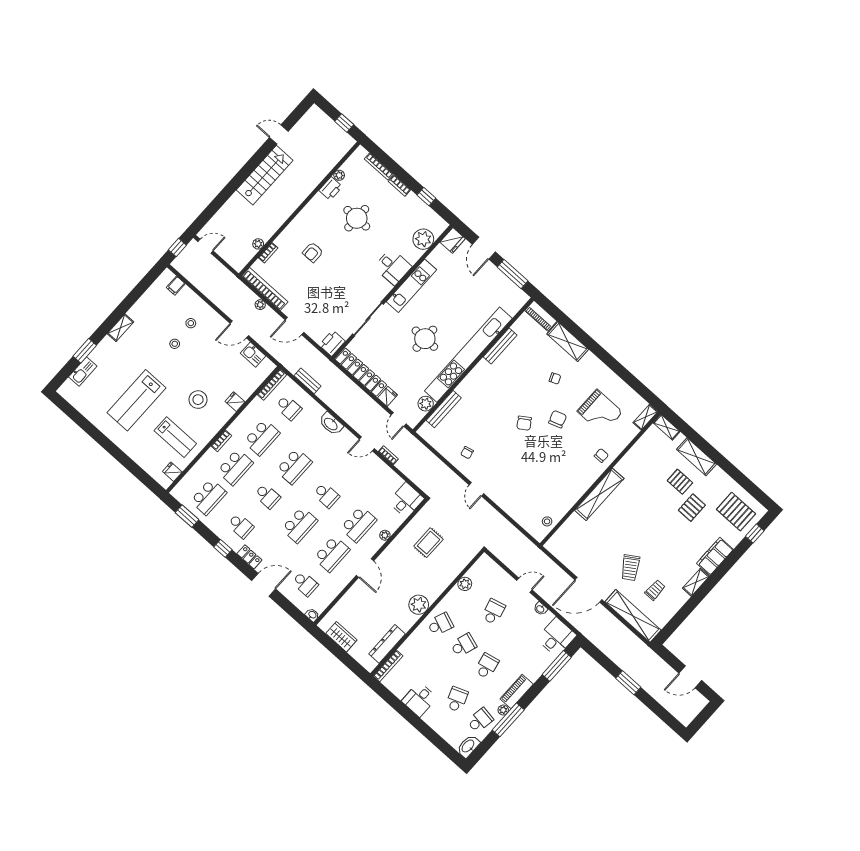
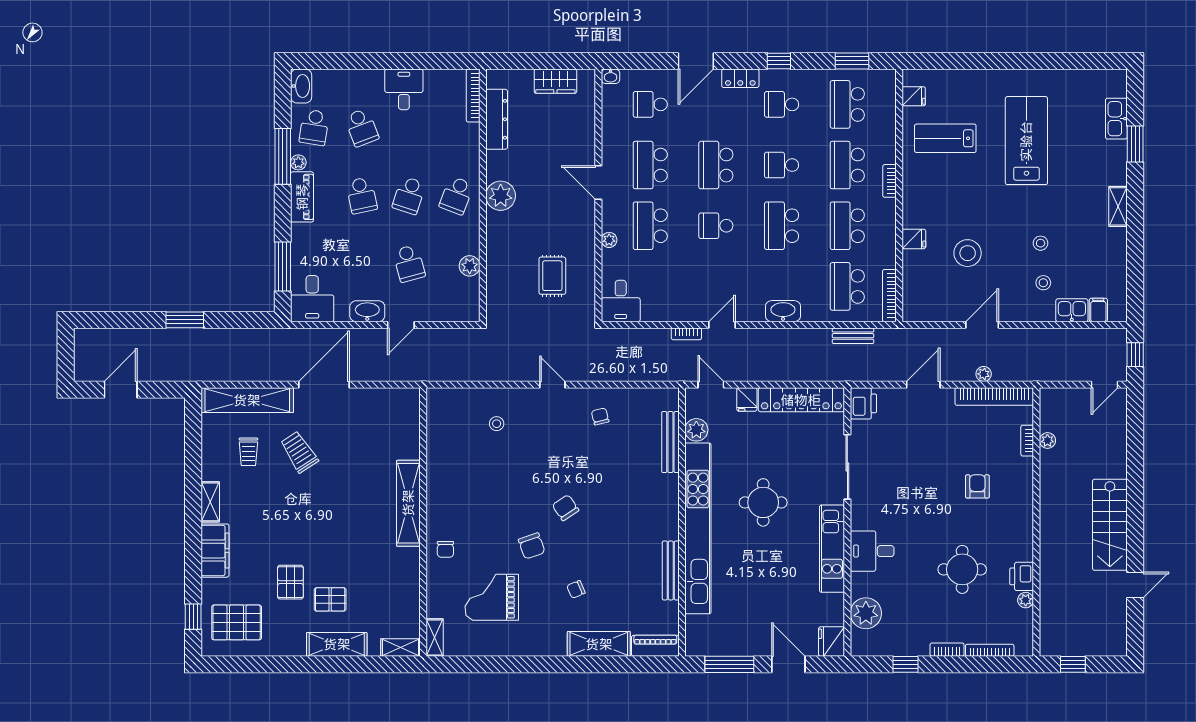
kitchen sink: (253, 355) -> (1072, 310), moved
stool: (198, 400) -> (968, 253), moved
school desk: (289, 408) -> (847, 286), width x1.85
stool: (547, 521) -> (497, 424), moved
washbasin: (540, 609) -> (367, 311), width x1.91, depth x1.45

